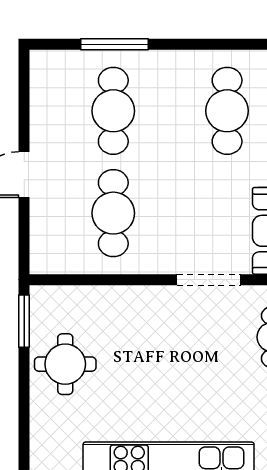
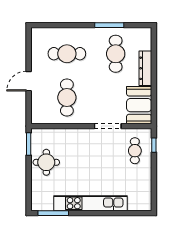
window: (114, 44) -> (109, 25), moved
cafe table: (113, 111) -> (67, 54), turned 90

